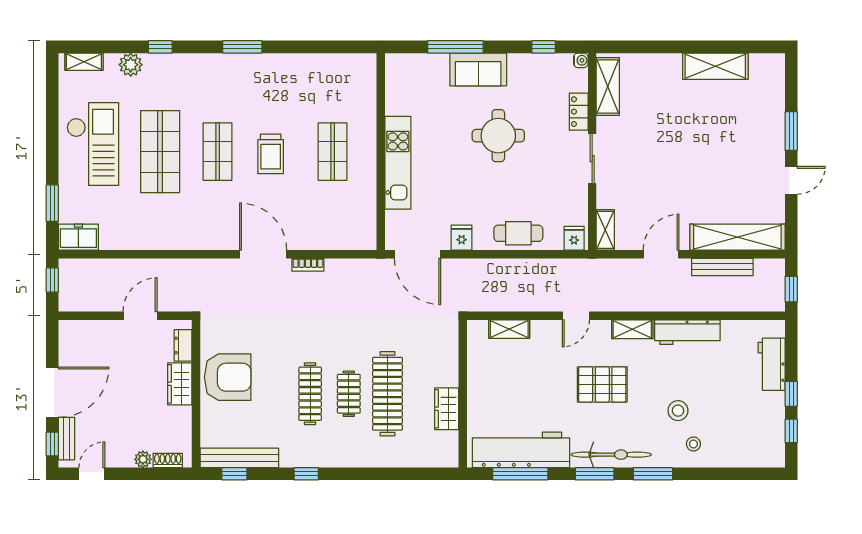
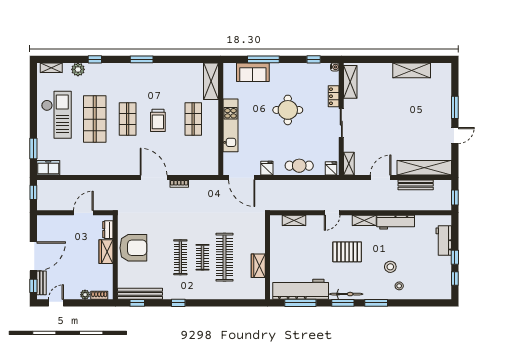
sofa: (478, 69) -> (253, 72), moved
shelving: (364, 85) -> (211, 81), added
bicycle: (611, 455) -> (346, 294), width x0.73, depth x0.71

